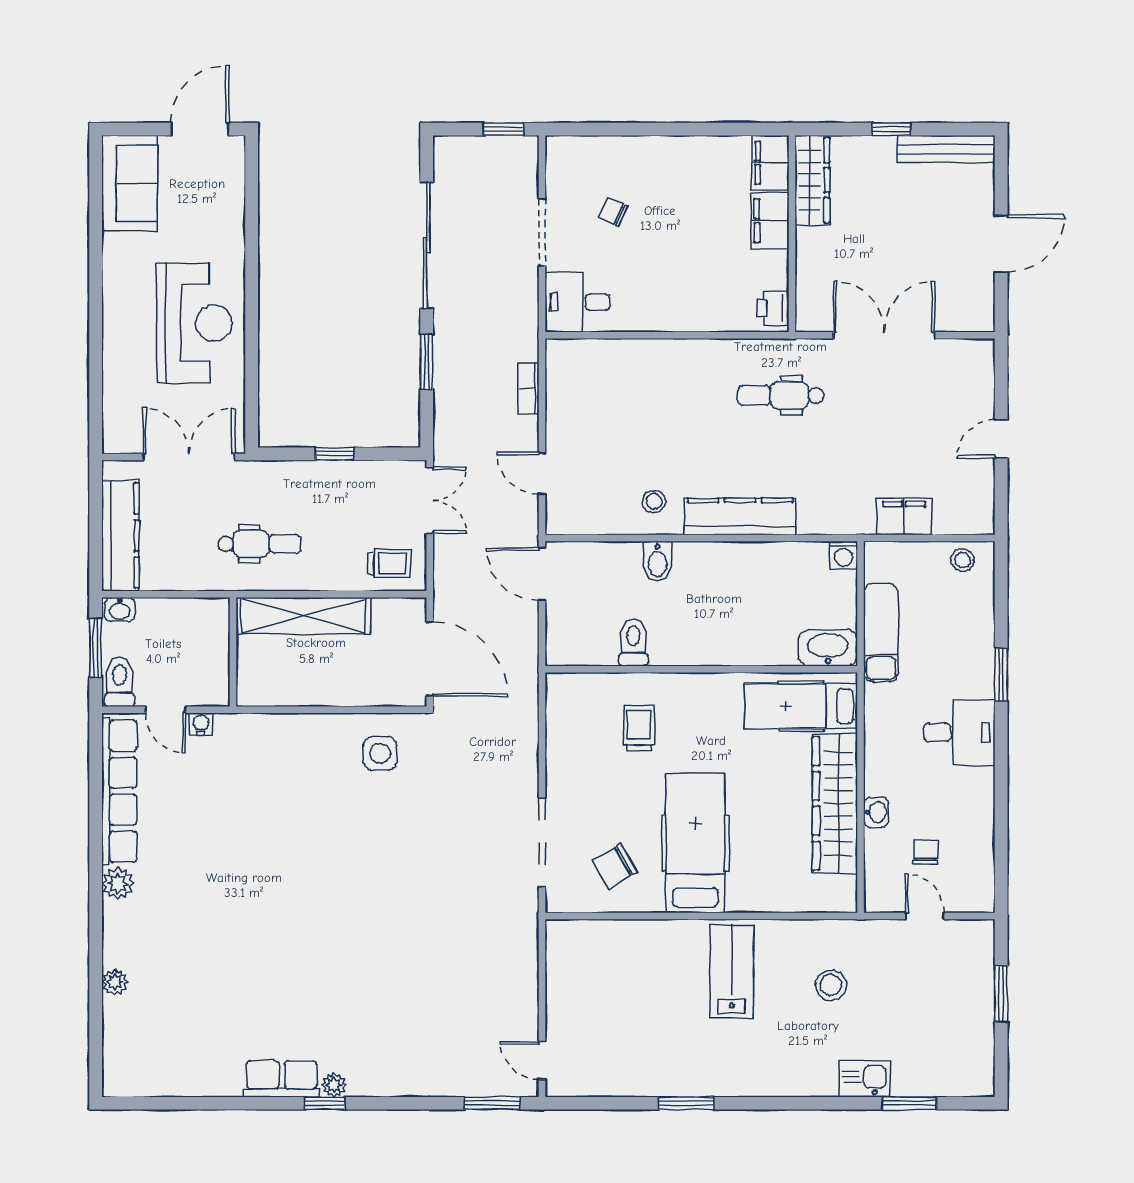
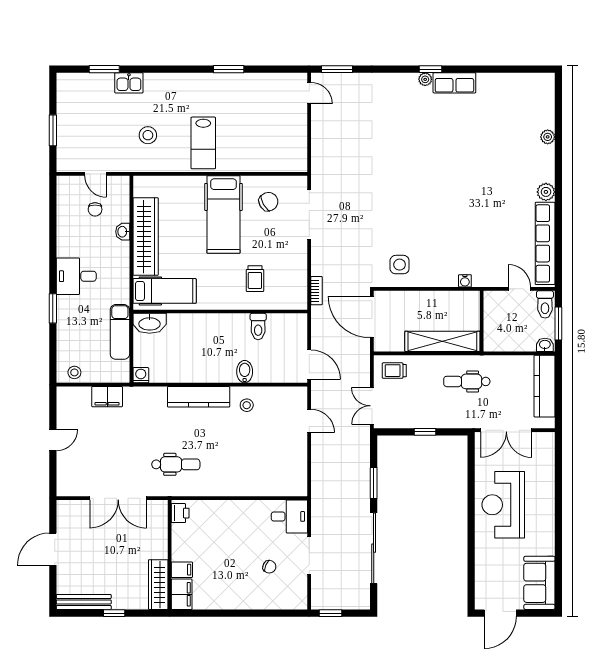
filing cabinet: (770, 221) -> (182, 570), width x0.50
bookcase: (529, 389) -> (317, 291), moved
water cooler: (201, 724) -> (465, 281), moved

